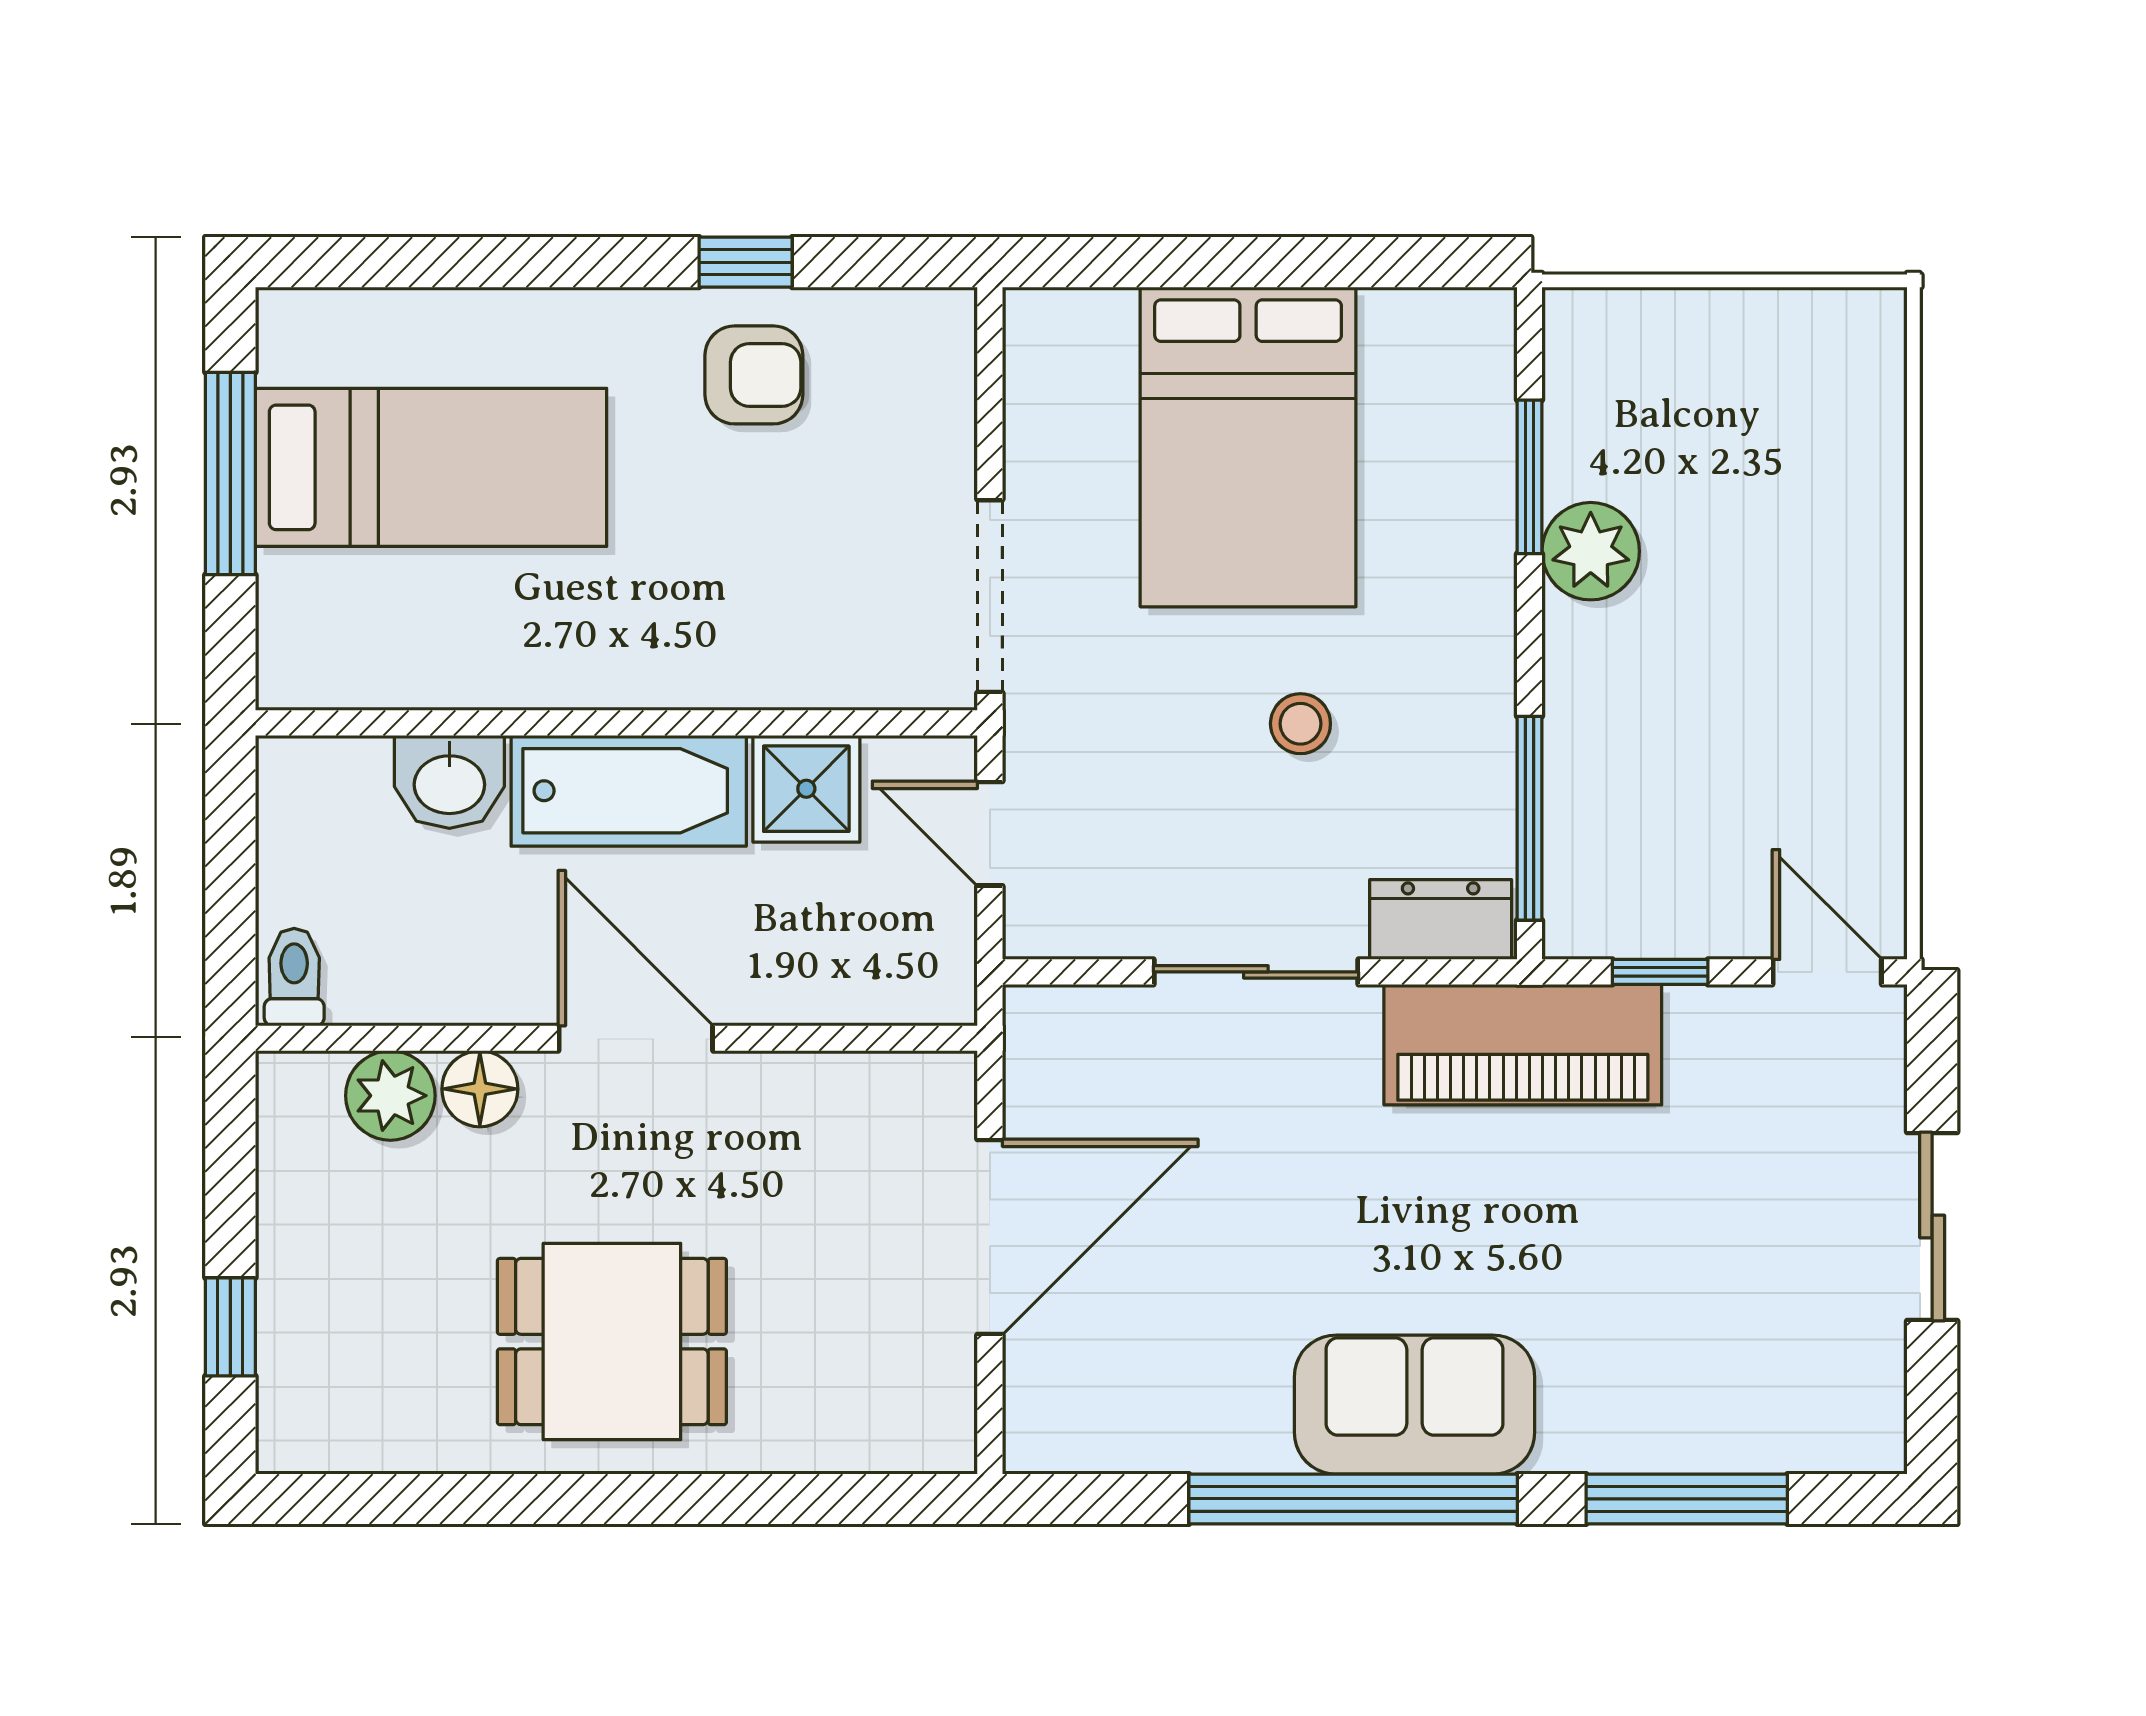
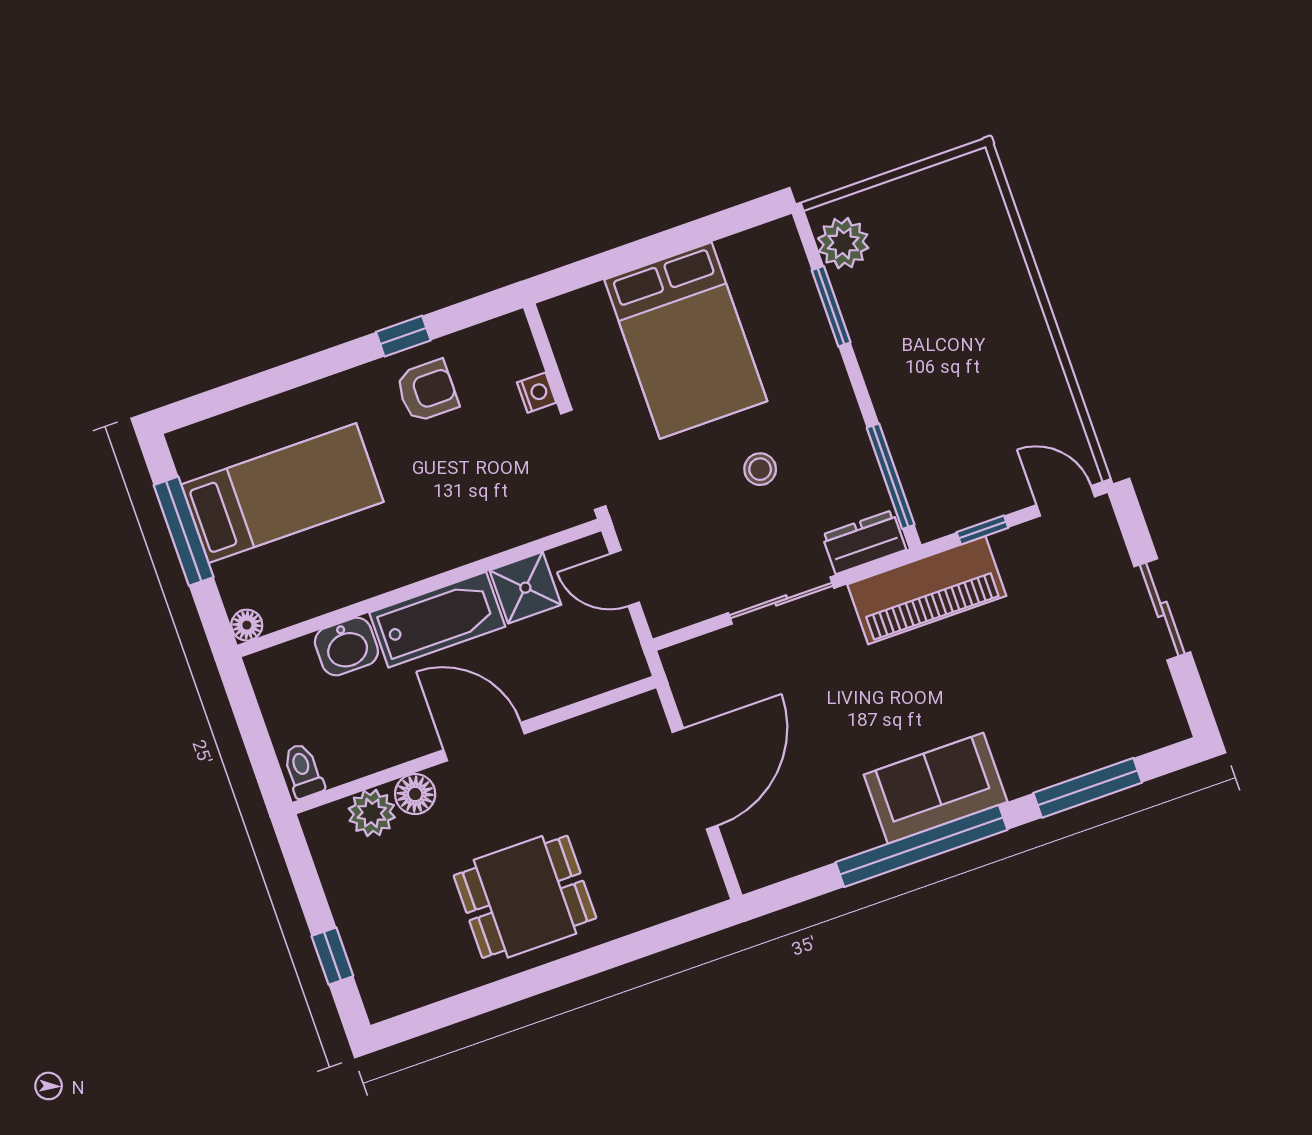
nightstand: (949, 447) -> (537, 393), added
plant: (1591, 551) -> (843, 243), moved
floor lamp: (285, 681) -> (247, 625), added

